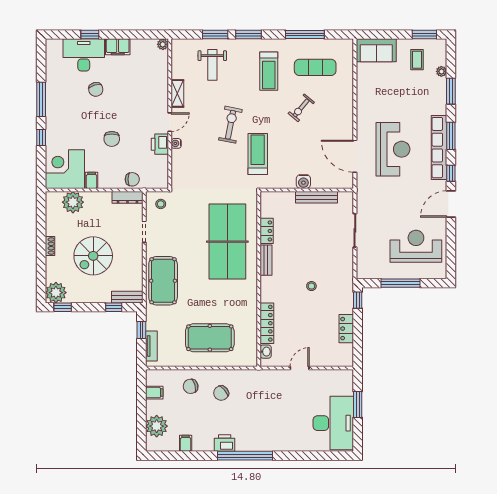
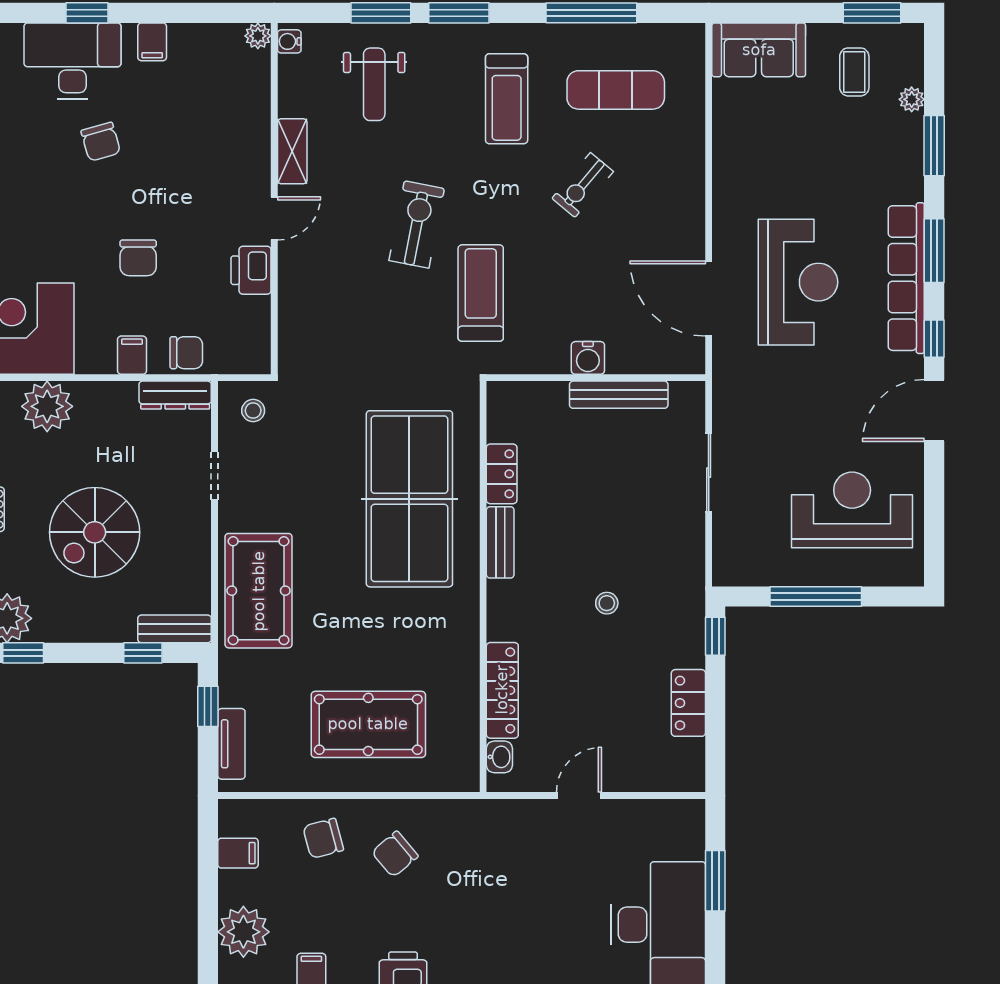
filing cabinet: (118, 47) -> (152, 42), width x0.50
water cooler: (176, 143) -> (289, 41), moved
filing cabinet: (92, 180) -> (132, 355), moved

